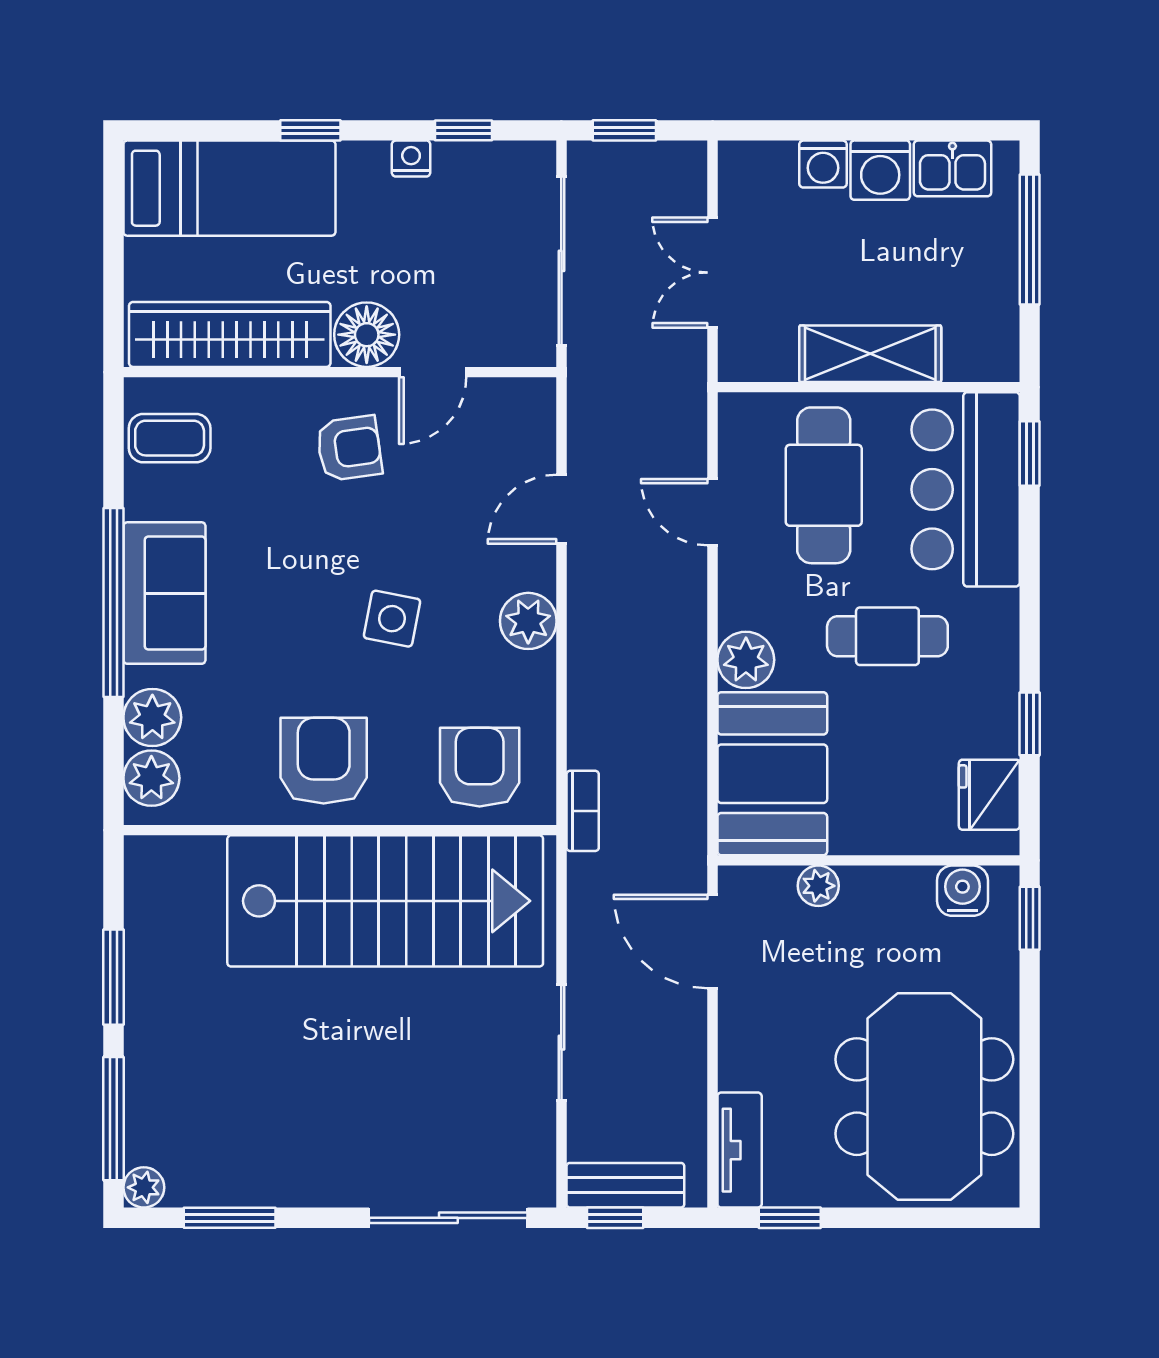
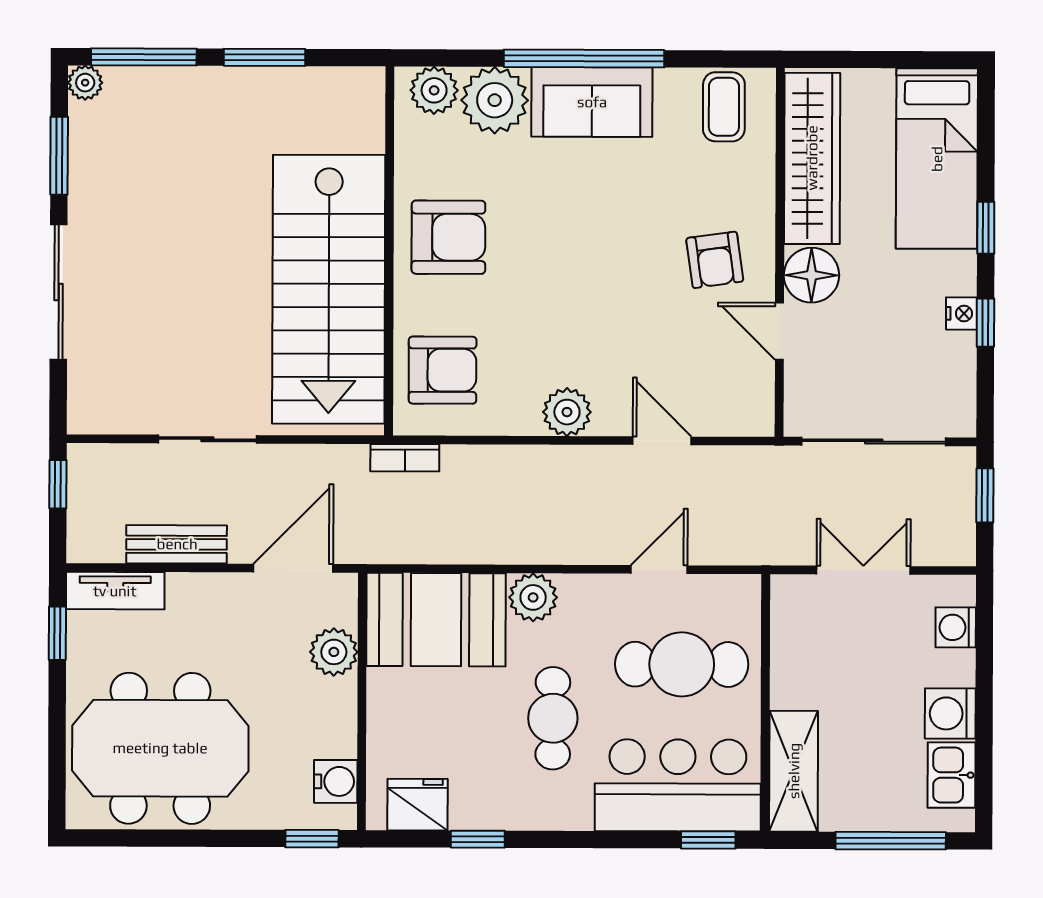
window: (463, 130) -> (985, 323), moved
washing machine: (823, 164) -> (956, 627), moved
shelving: (870, 354) -> (794, 771), moved
side table: (392, 619) -> (569, 296), removed
plant: (152, 717) -> (495, 100), width x1.36, depth x1.36
plant: (818, 886) -> (334, 652), width x1.38, depth x1.38
bench: (625, 1185) -> (177, 544), moved, turned 90
sliding door: (448, 1218) -> (59, 292), moved

